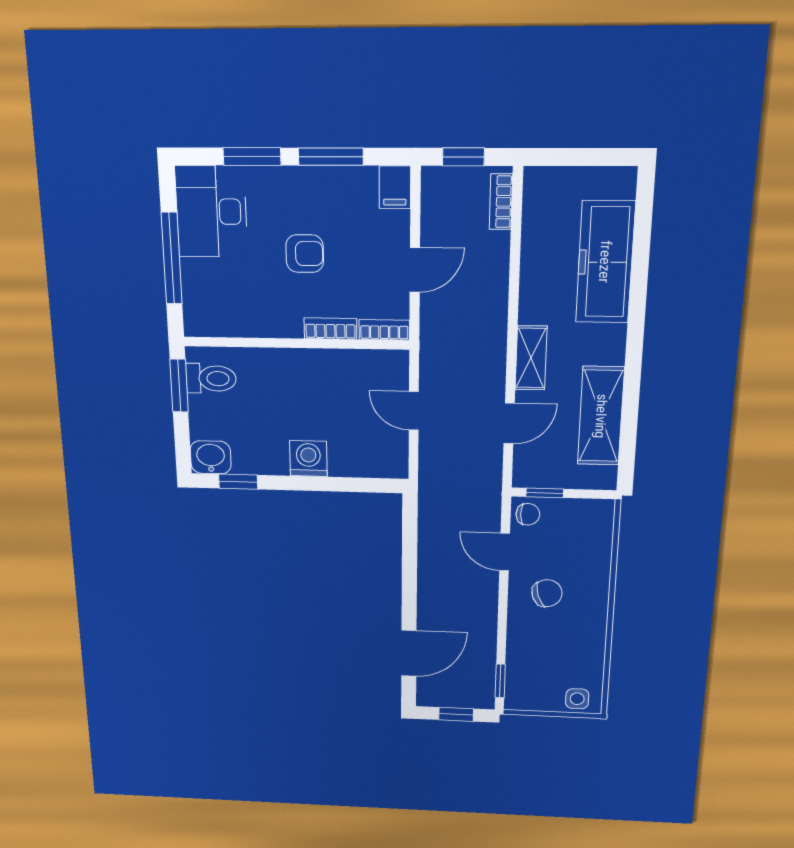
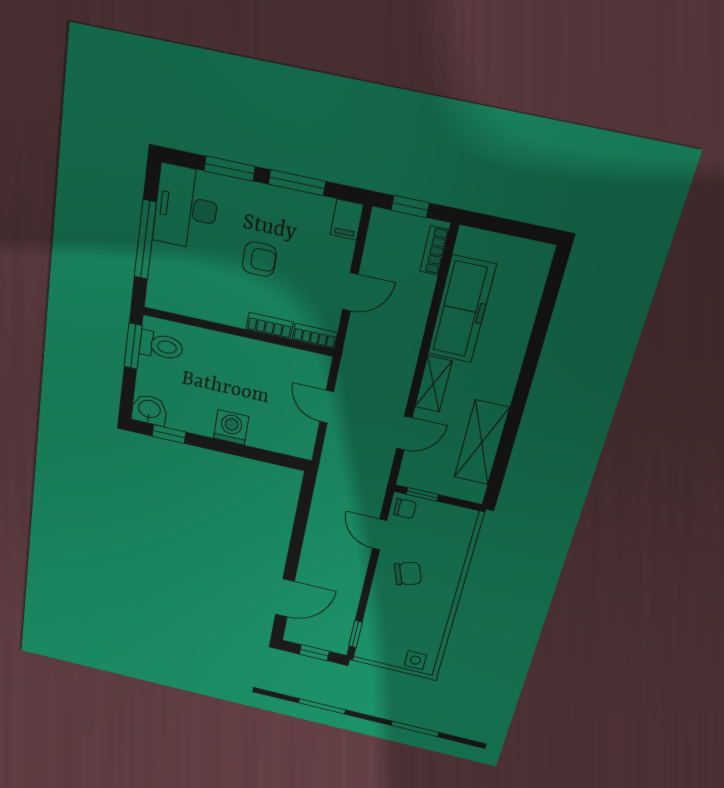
freezer: (605, 262) -> (462, 309), moved, turned 180

